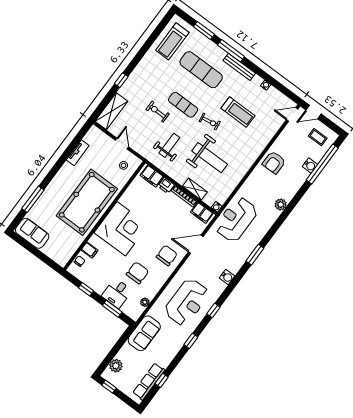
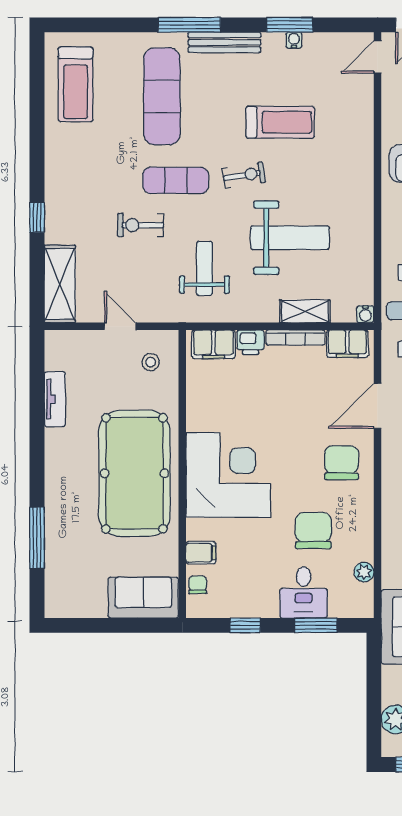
window: (204, 31) -> (290, 25), moved
exercise mat: (201, 70) -> (162, 96), turned 90
sofa: (32, 233) -> (143, 598), moved

